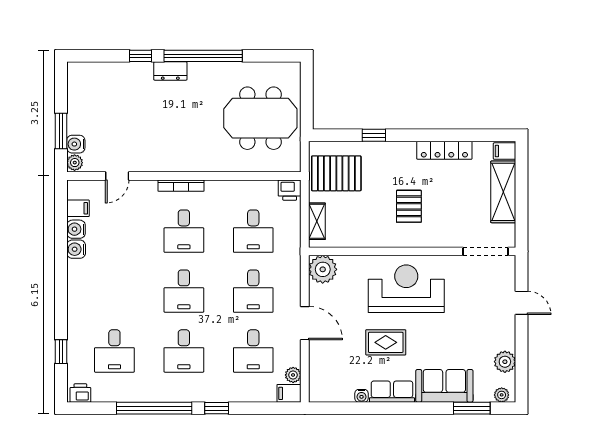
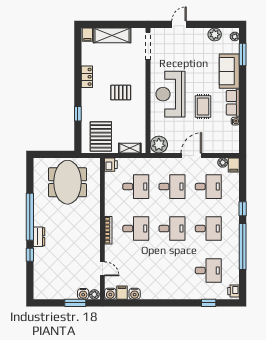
locker: (444, 150) -> (87, 77), width x0.66
water cooler: (76, 249) -> (110, 294), moved

